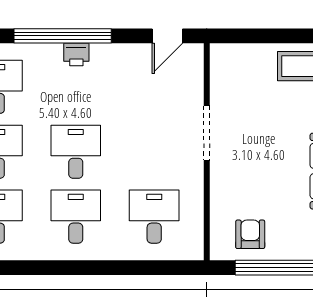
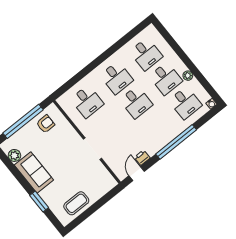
printer: (76, 54) -> (142, 158), moved
armchair: (250, 234) -> (46, 124), turned -90

